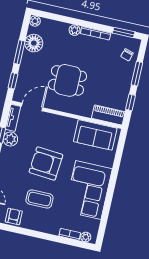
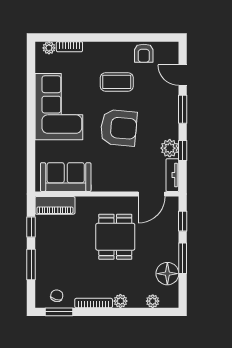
plant: (35, 21) -> (153, 301), moved
chair: (127, 55) -> (57, 296), moved
dining table: (67, 80) -> (115, 237), turned 90

